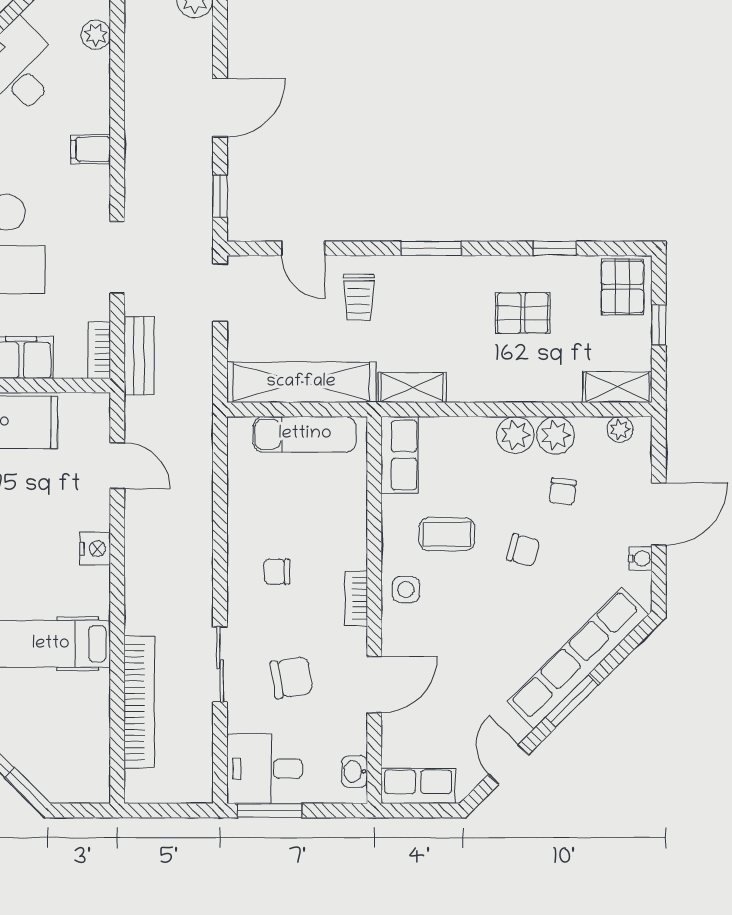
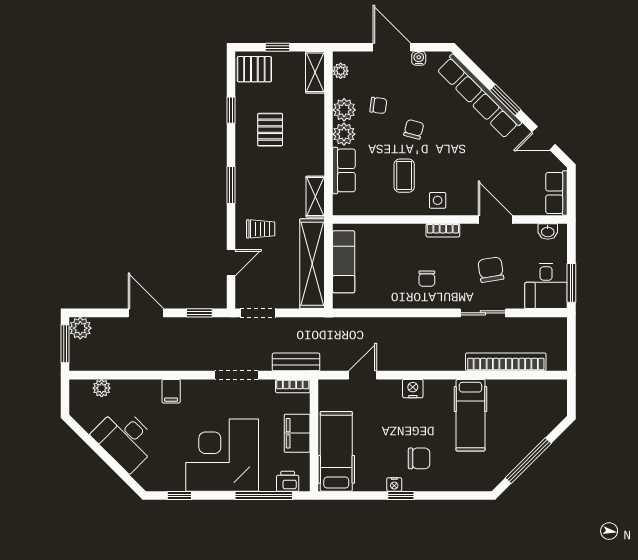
row of seats: (400, 455) -> (344, 170), moved, turned 90

